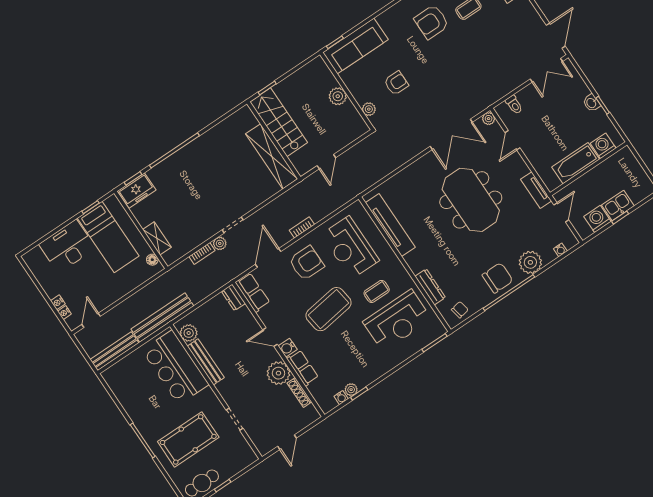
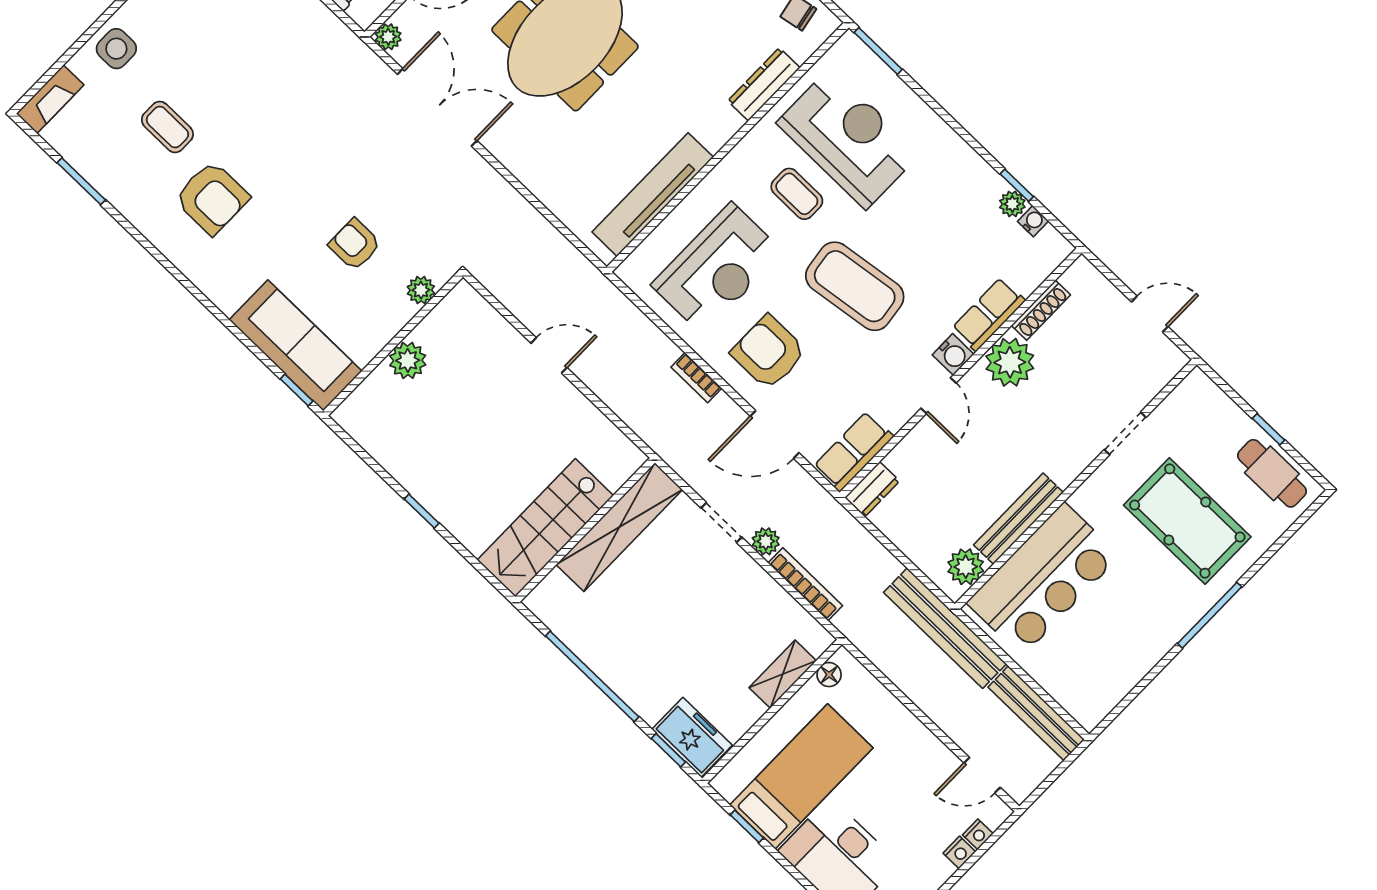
stairs: (279, 122) -> (545, 528), moved
wall: (274, 140) -> (585, 530), moved
shelving: (272, 156) -> (619, 527), moved
bookcase: (202, 254) -> (805, 584), width x1.56

